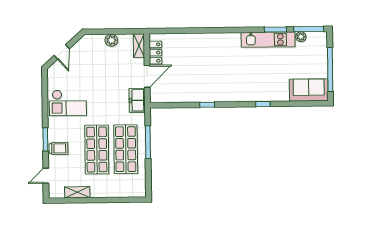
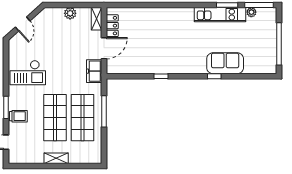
sofa: (309, 90) -> (225, 63), moved
shelving: (77, 192) -> (56, 158), moved

